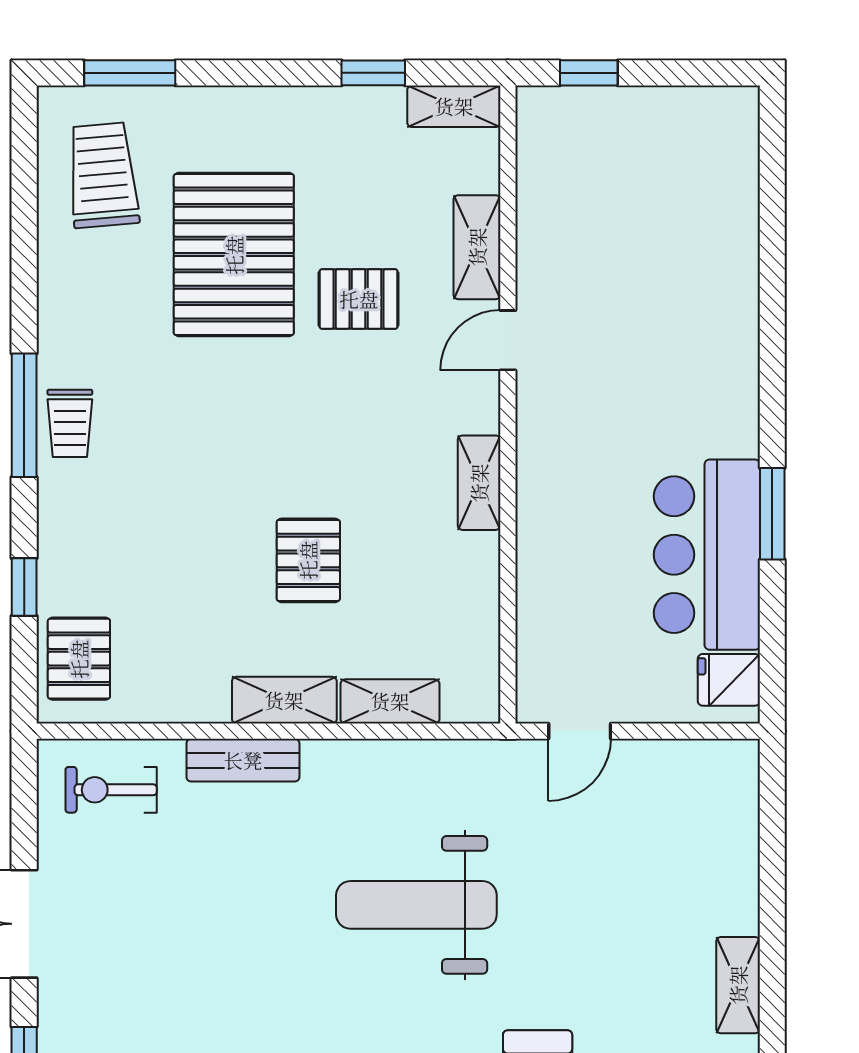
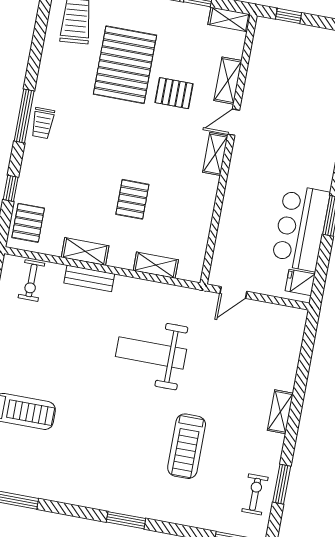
shelving: (479, 483) -> (215, 154), moved
shelving: (284, 700) -> (85, 251), moved
exercise bike: (111, 790) -> (31, 281), turned -90

